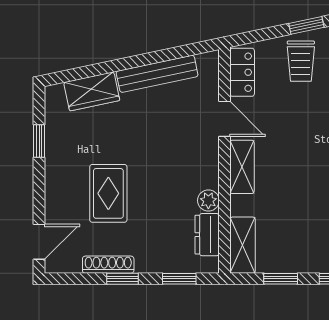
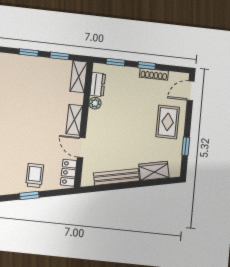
rug: (108, 193) -> (168, 122), moved

